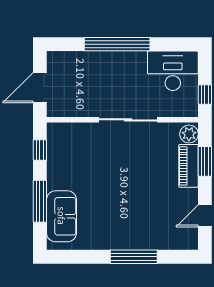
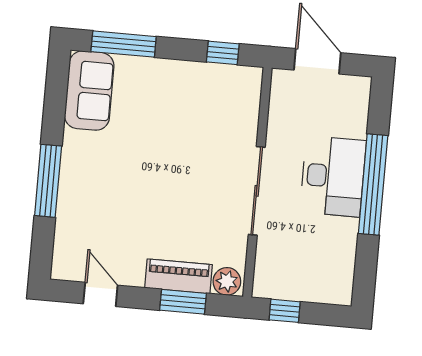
desk: (173, 71) -> (333, 176), moved
window: (40, 201) -> (124, 44), moved
sofa: (61, 216) -> (89, 91), moved, turned -90

